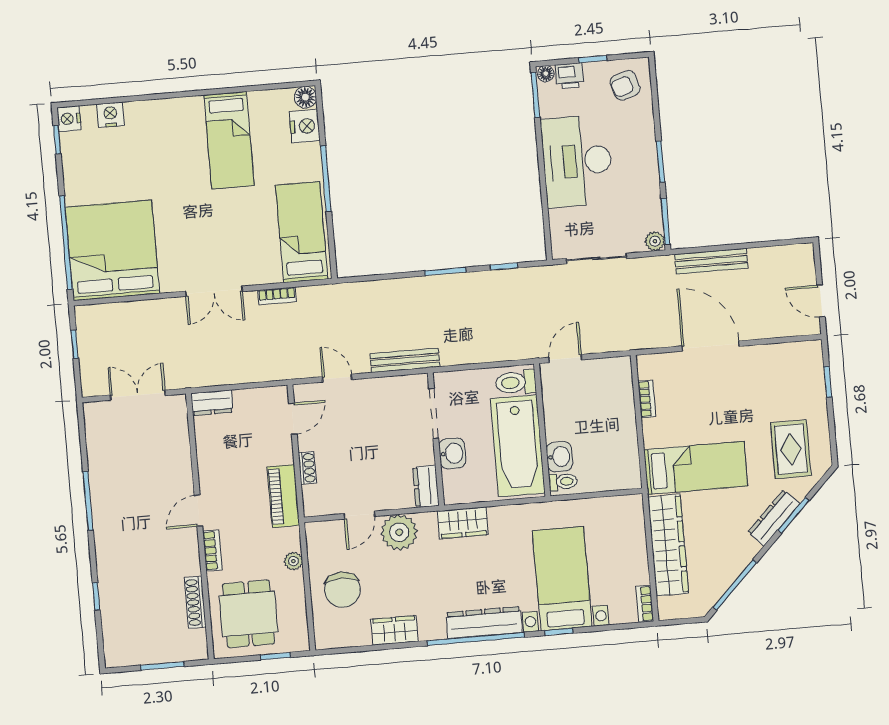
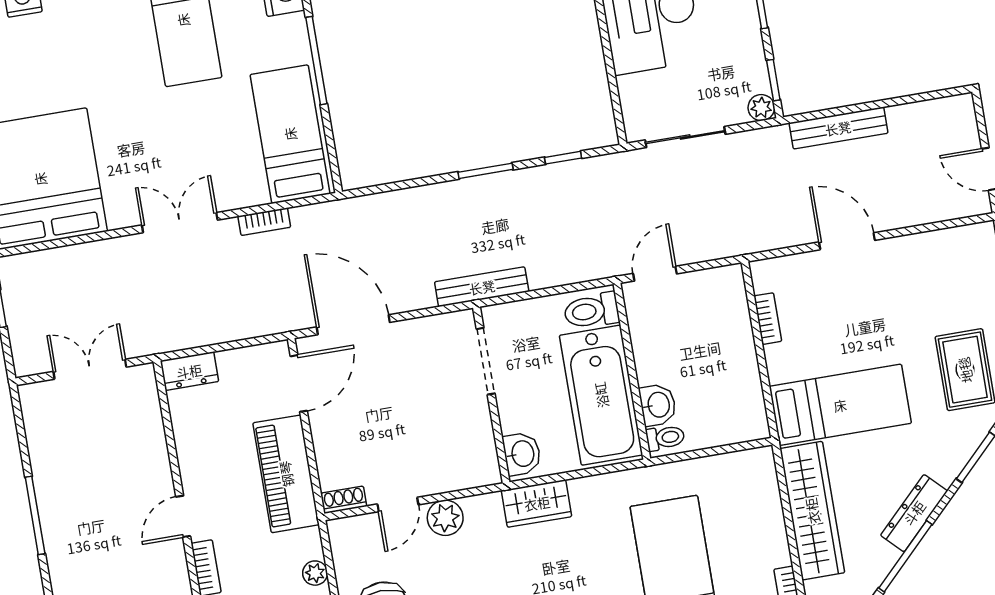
window: (666, 221) -> (773, 80), width x0.67
double door: (214, 291) -> (180, 223), swing flipped
door: (711, 346) -> (847, 241), width x0.73
bench: (405, 360) -> (482, 287), moved
door: (337, 378) -> (353, 325), width x1.87
door: (293, 419) -> (299, 383), width x1.38
washbasin: (452, 453) -> (522, 454), moved
shoe rack: (307, 468) -> (344, 500), moved, turned -90
dresser: (426, 486) -> (483, 459), removed
piano: (283, 496) -> (286, 474), width x1.37, depth x1.33
dresser: (774, 518) -> (914, 513), moved
plant: (399, 532) -> (445, 518), width x0.73, depth x0.73

